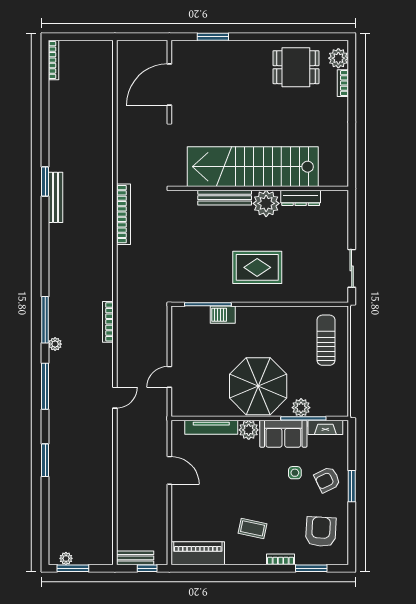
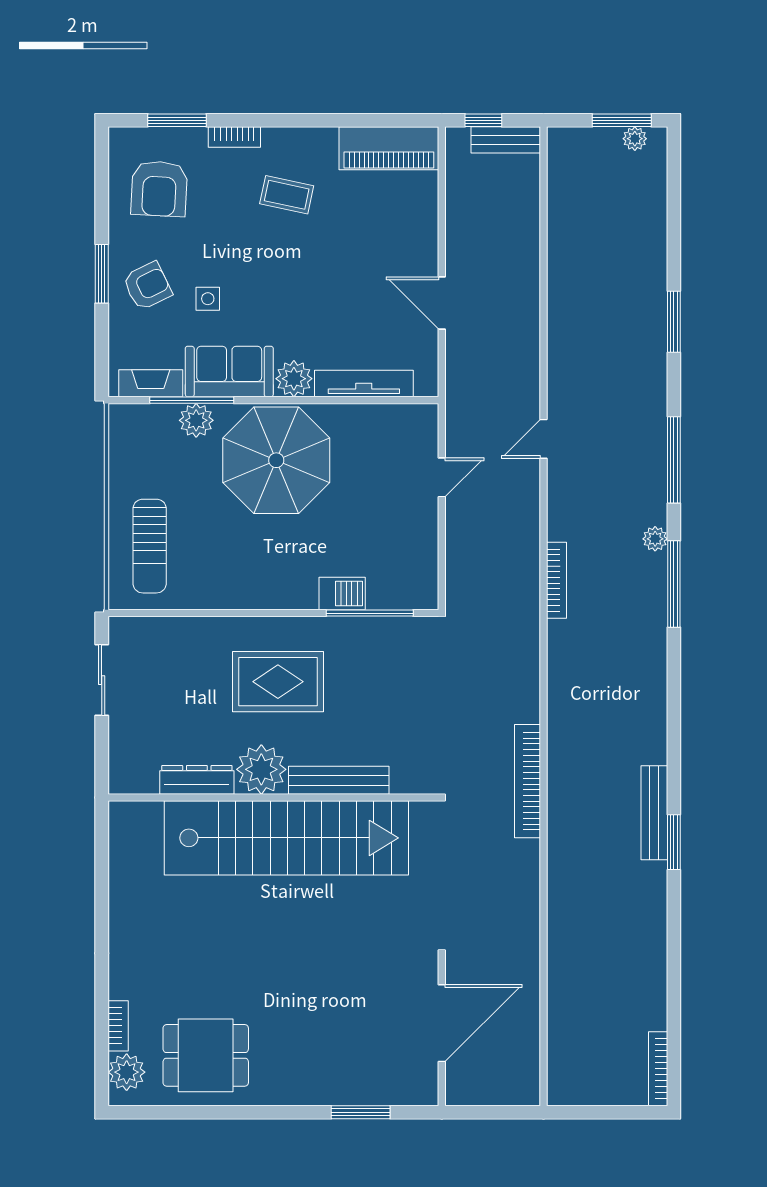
stairs: (253, 167) -> (286, 838), moved
wall: (260, 188) -> (273, 797), moved
bench: (225, 198) -> (339, 780), moved
dresser: (301, 198) -> (197, 780), moved
plant: (266, 203) -> (261, 769), moved

